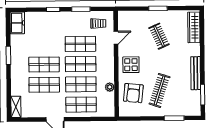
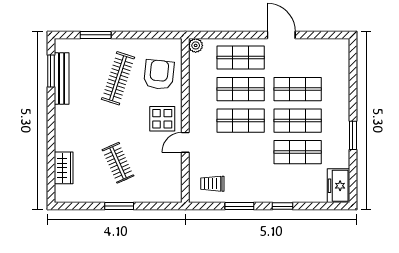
wardrobe: (194, 27) -> (64, 168), width x0.67
door: (116, 38) -> (185, 142), moved
shop shelf: (80, 44) -> (298, 152), moved
bench: (196, 73) -> (62, 78), moved
plant: (110, 87) -> (196, 45), moved
shelving: (16, 107) -> (342, 55), removed

